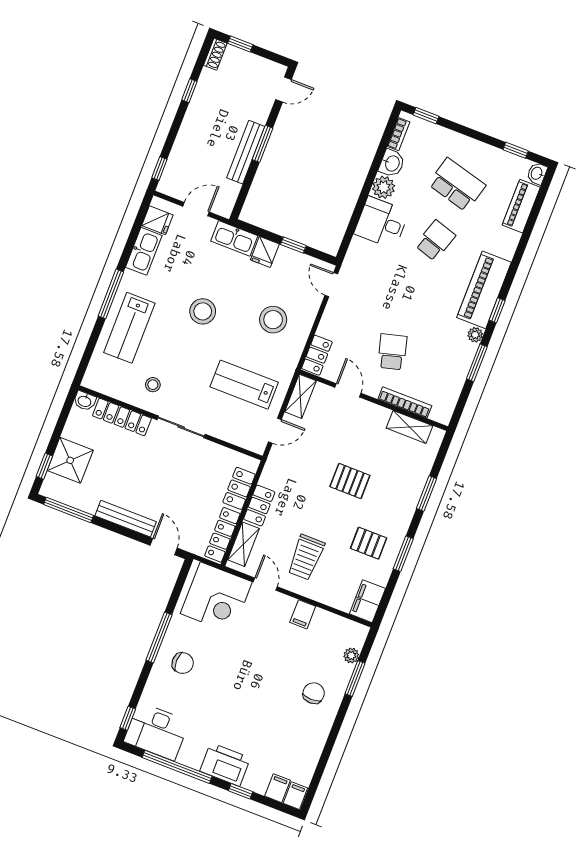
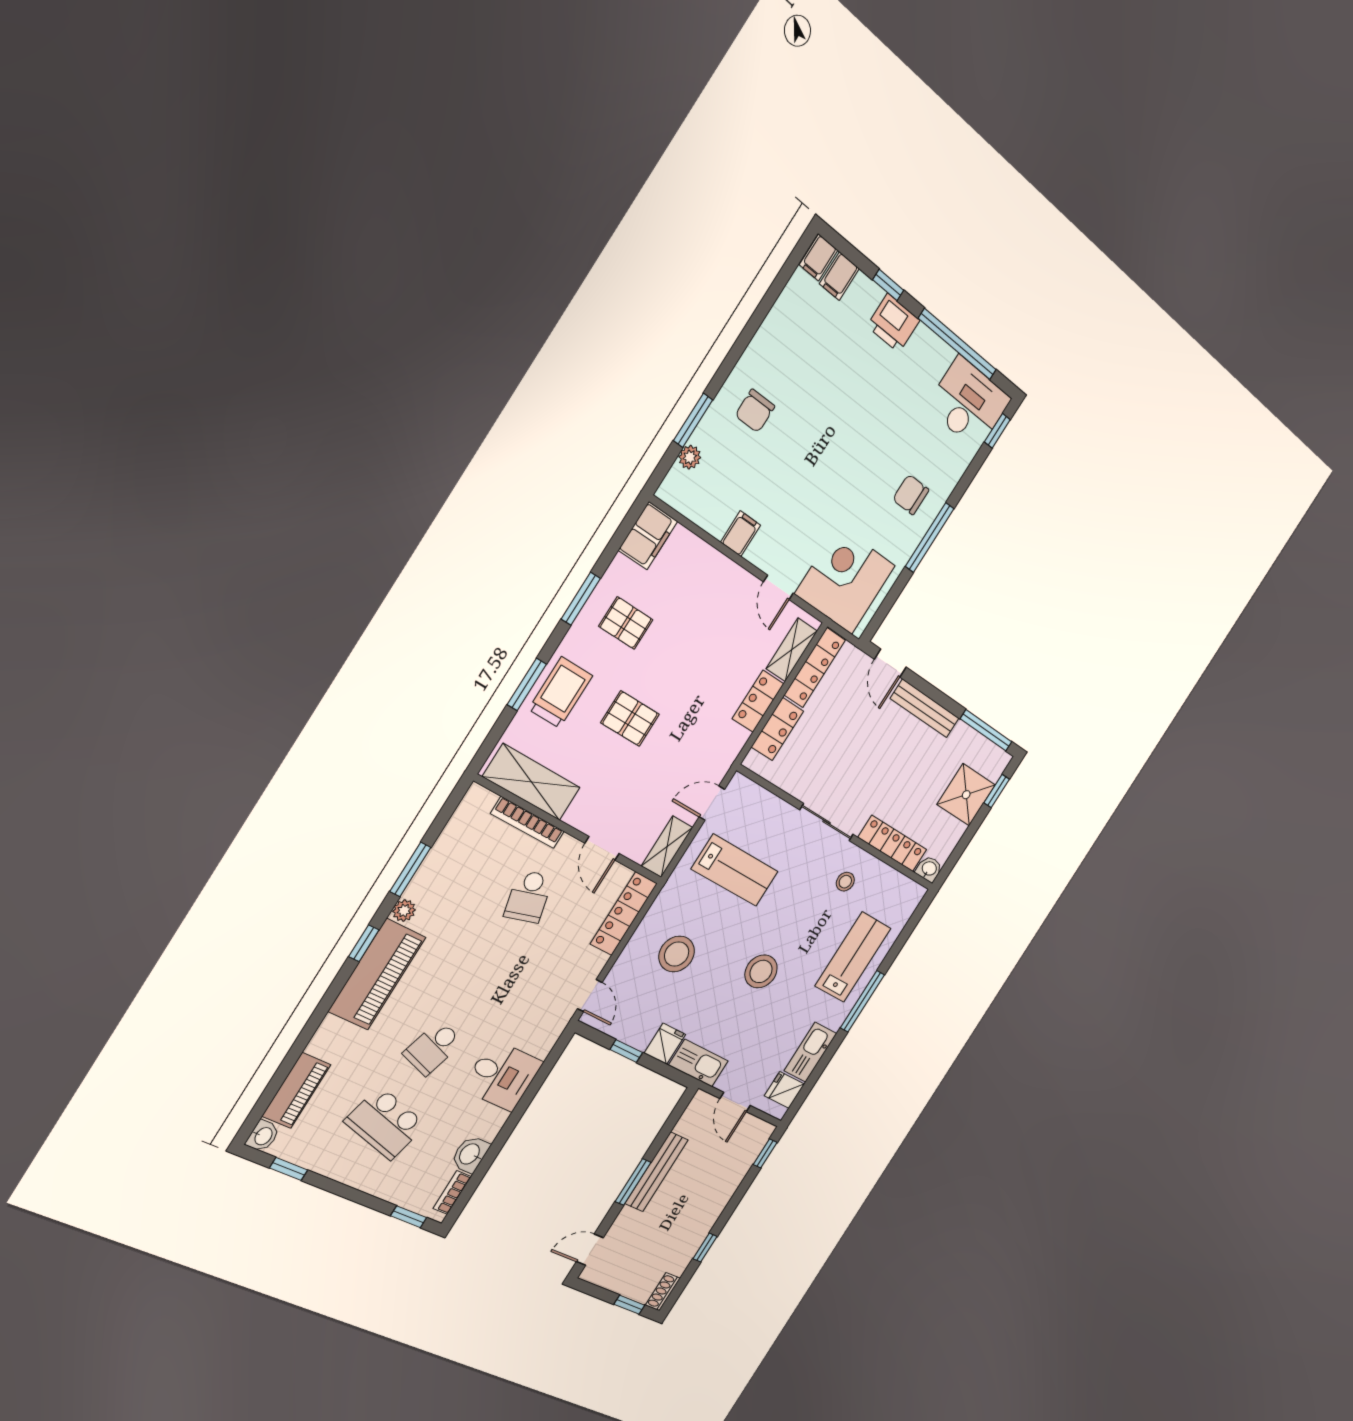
plant: (384, 187) -> (489, 1123), removed
door: (196, 209) -> (735, 1102), hinge flipped
locker: (317, 355) -> (624, 914), width x1.53
shelving: (410, 427) -> (532, 782), width x1.50, depth x1.33
trolley: (306, 557) -> (561, 693), moved
printer: (225, 764) -> (893, 323), width x0.73, depth x0.84

